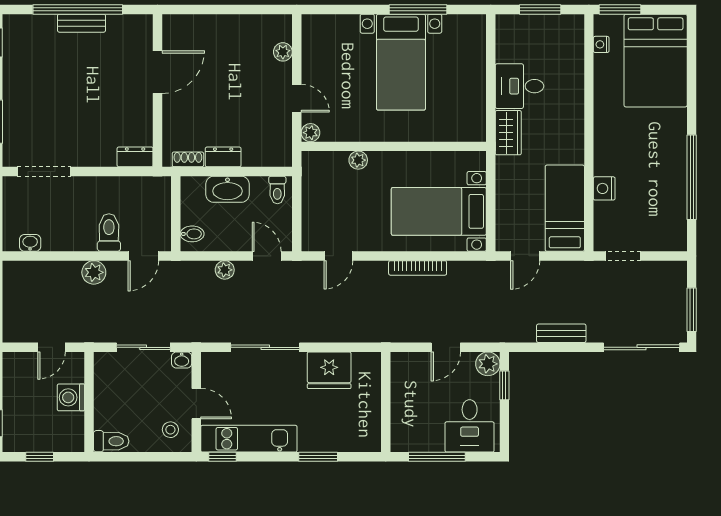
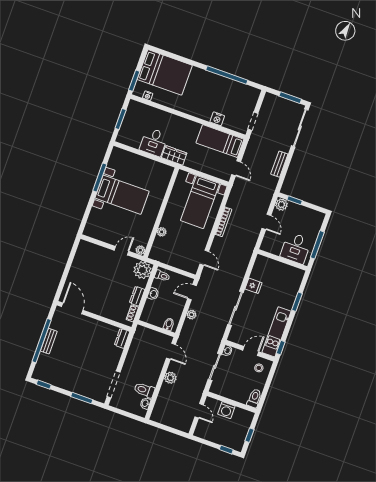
plant: (283, 52) -> (142, 270), moved, width x1.88, depth x1.88
door: (157, 72) -> (72, 308), moved
washbasin: (227, 189) -> (153, 294), width x0.52, depth x0.69
toilet: (109, 232) -> (144, 390), moved
fridge: (329, 370) -> (253, 286), width x0.53, depth x0.75
desk: (470, 426) -> (296, 248), moved, turned 90

